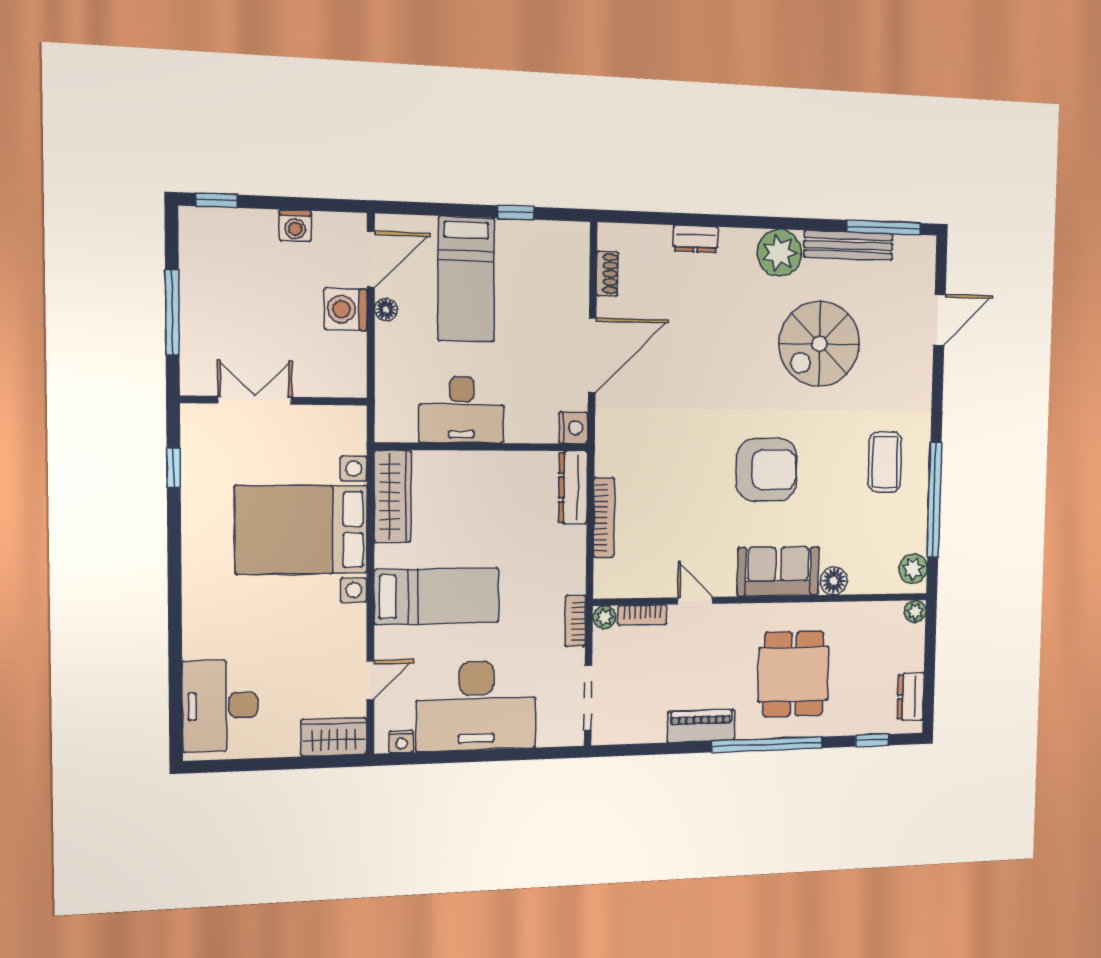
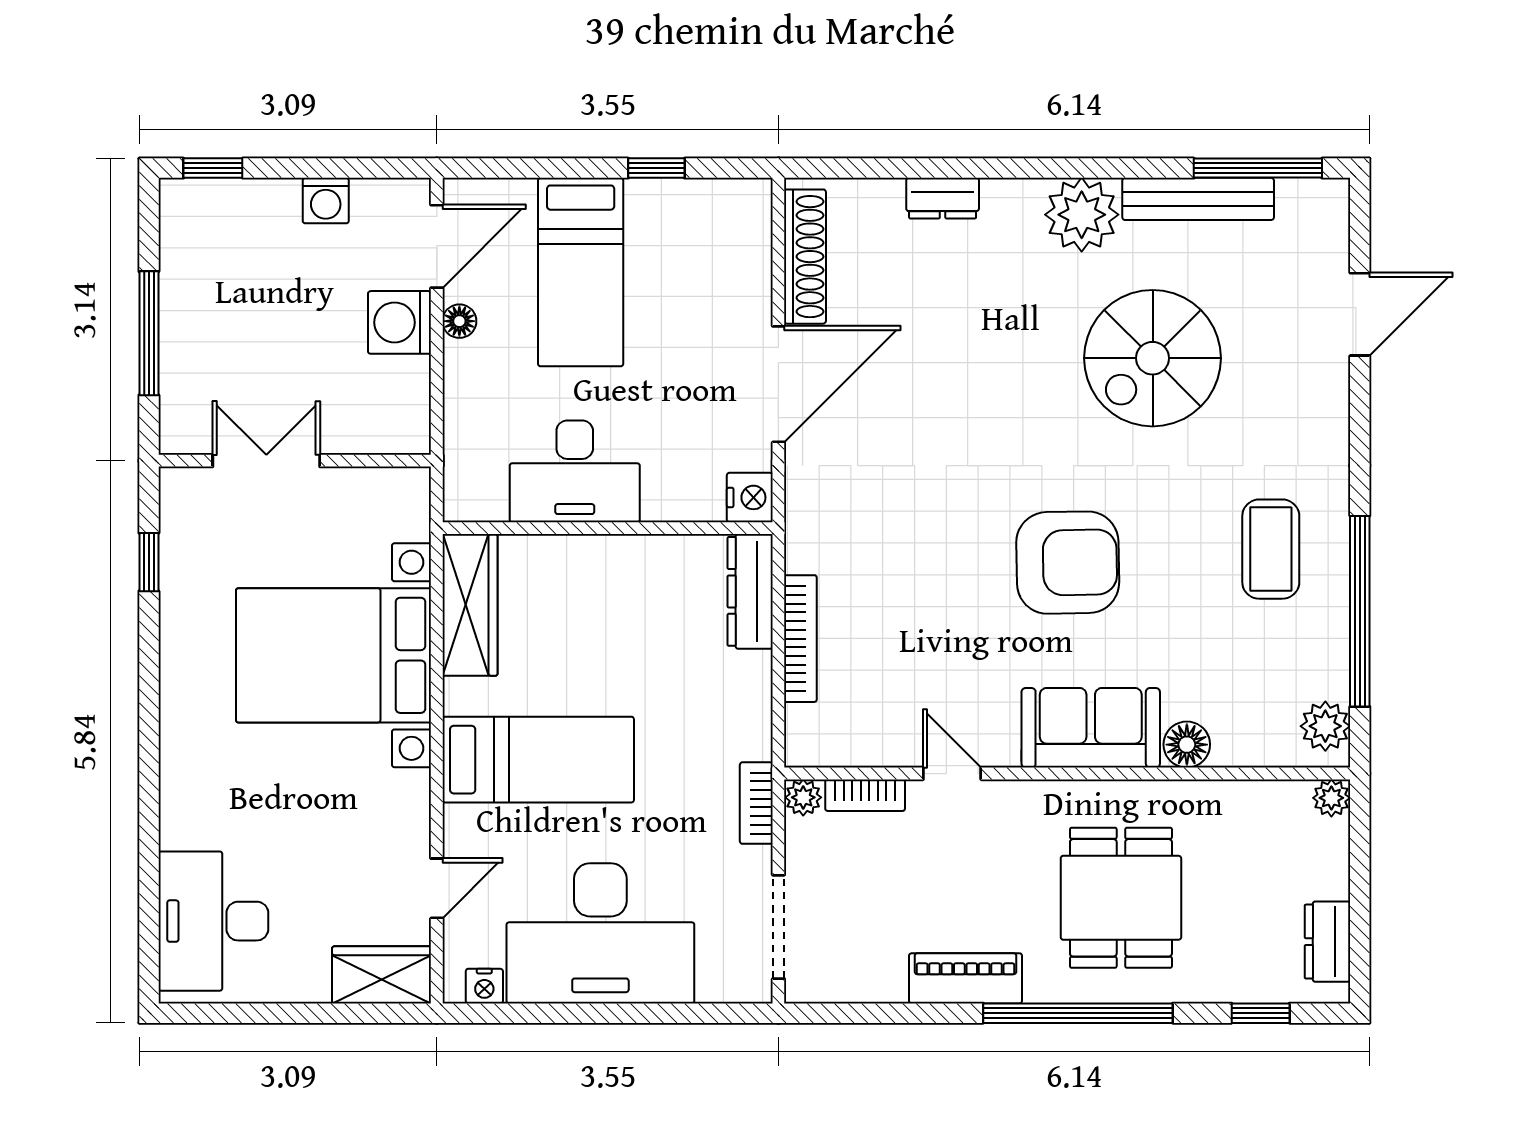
shoe rack: (607, 274) -> (805, 257), width x1.94, depth x1.24

